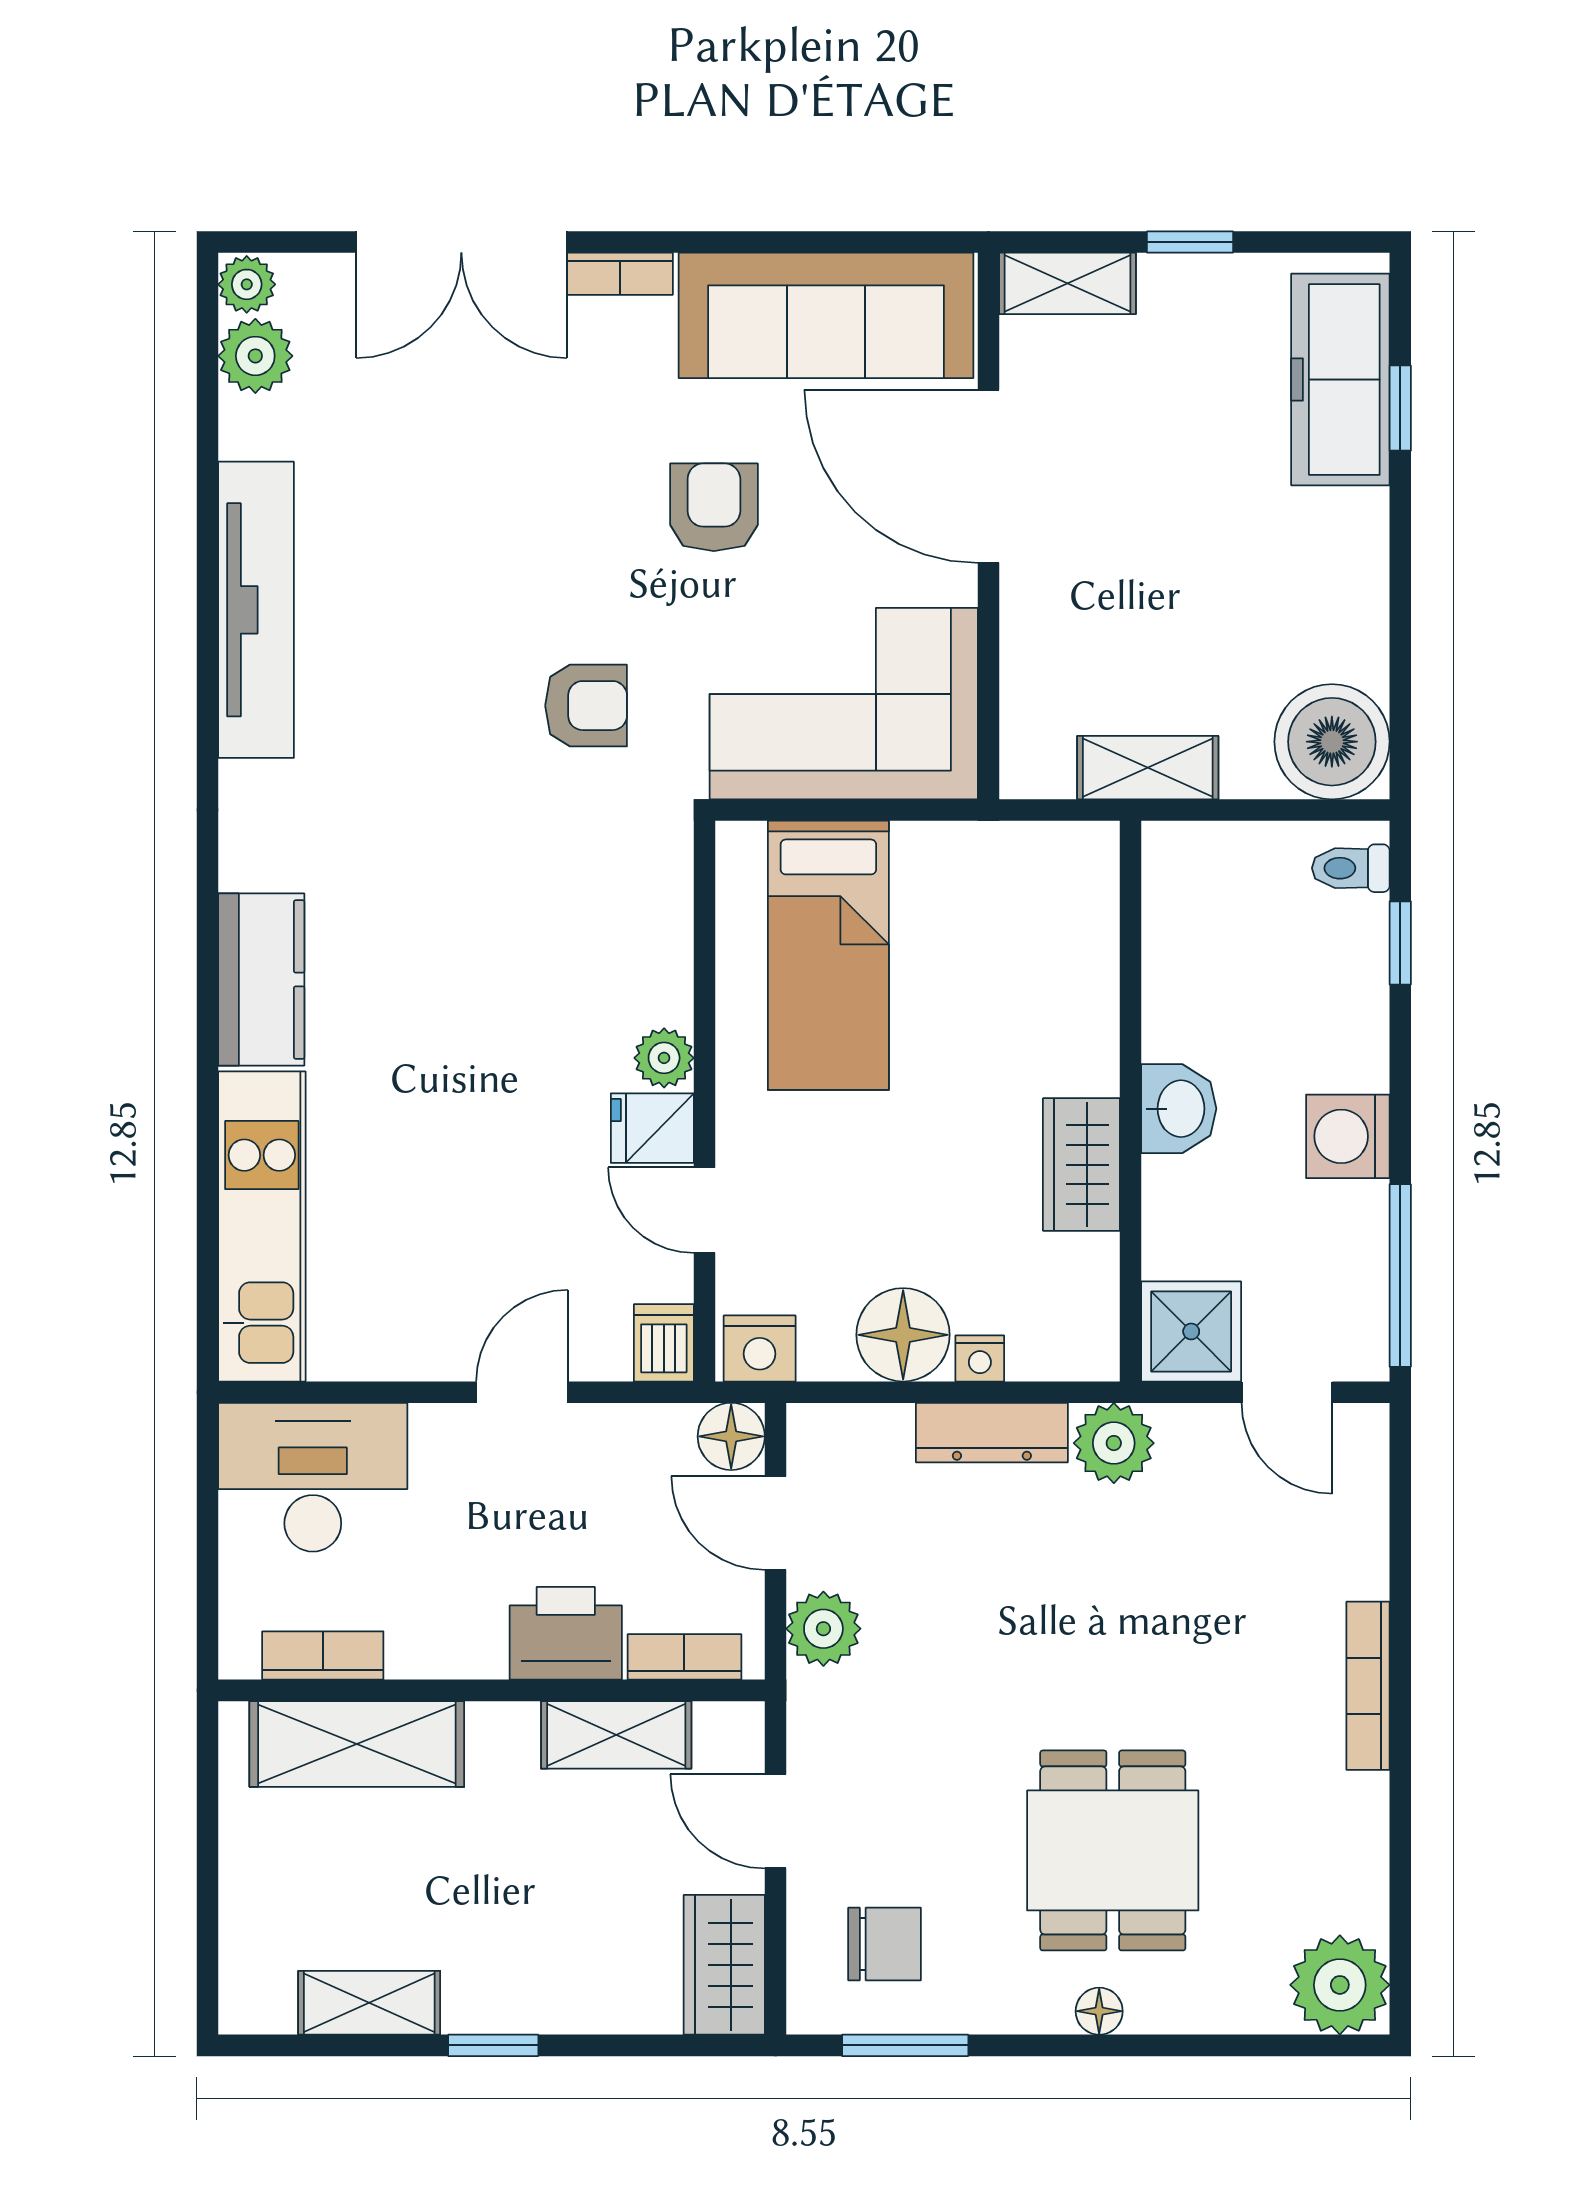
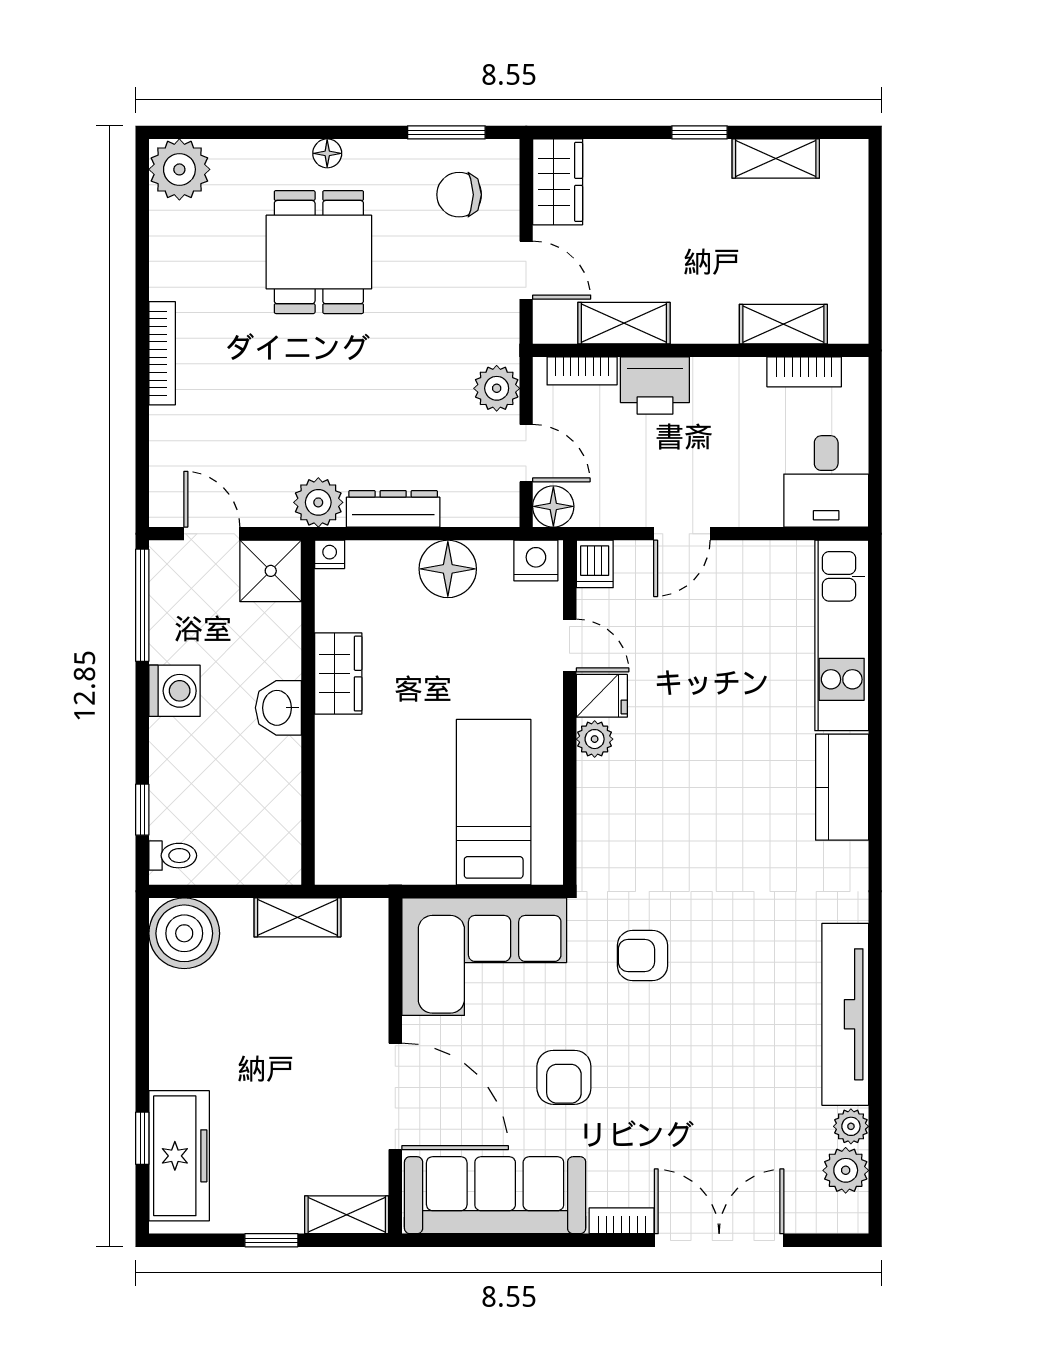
plant: (247, 284) -> (851, 1126), moved
nightstand: (980, 1358) -> (330, 554), moved
desk: (313, 1477) -> (826, 481), width x0.73
shelving: (357, 1744) -> (783, 324), width x0.67, depth x0.75

